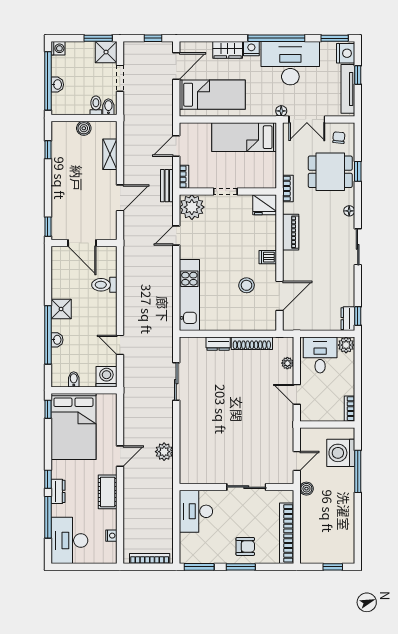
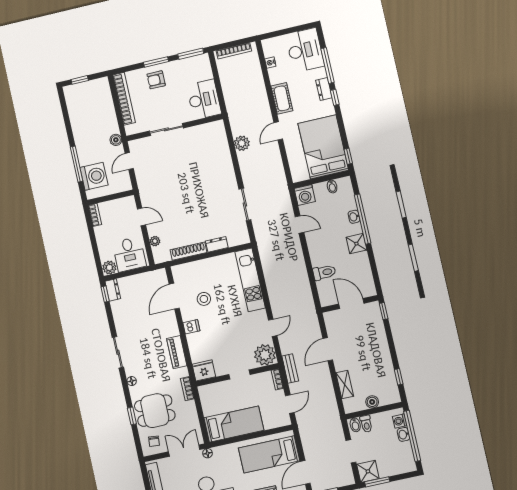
washing machine: (58, 48) -> (400, 421), moved

